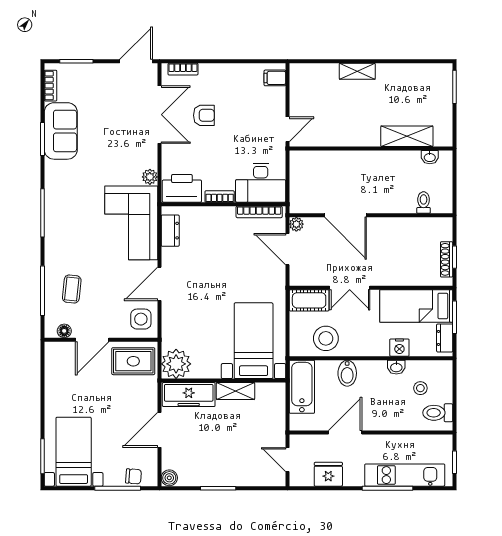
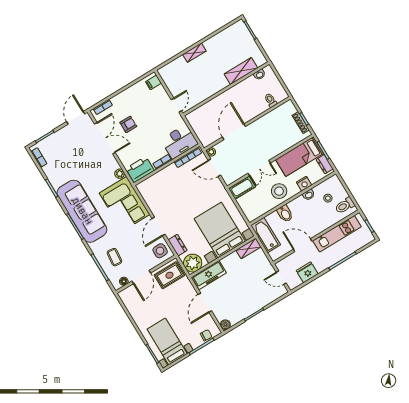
sofa: (61, 131) -> (82, 211), moved, width x1.85, depth x1.27
door: (346, 215) -> (234, 132), swing flipped
dresser: (170, 231) -> (178, 245), moved
stool: (326, 338) -> (279, 191), moved
bed with nightstands: (254, 341) -> (220, 230), width x1.36
shelving: (236, 391) -> (248, 248), moved
door: (345, 432) -> (303, 245), hinge flipped
kitchen unit: (405, 475) -> (337, 234), moved, turned 180

